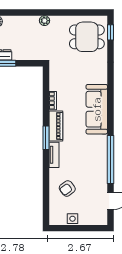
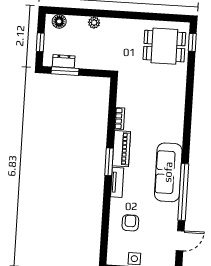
plant: (44, 21) -> (94, 23), moved
sofa: (97, 109) -> (168, 172), moved
armchair: (67, 188) -> (130, 223), turned 127

